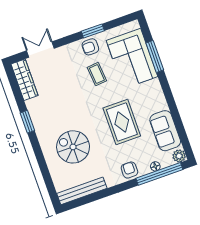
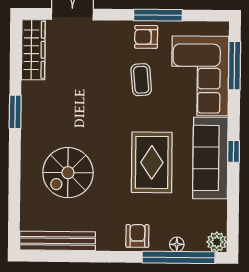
window: (93, 31) -> (158, 15), width x1.44
window: (155, 56) -> (234, 66), moved
window: (169, 97) -> (234, 151), added
sofa: (165, 131) -> (210, 158), moved, width x1.36
spiral stairs: (73, 147) -> (68, 173), turned -90

